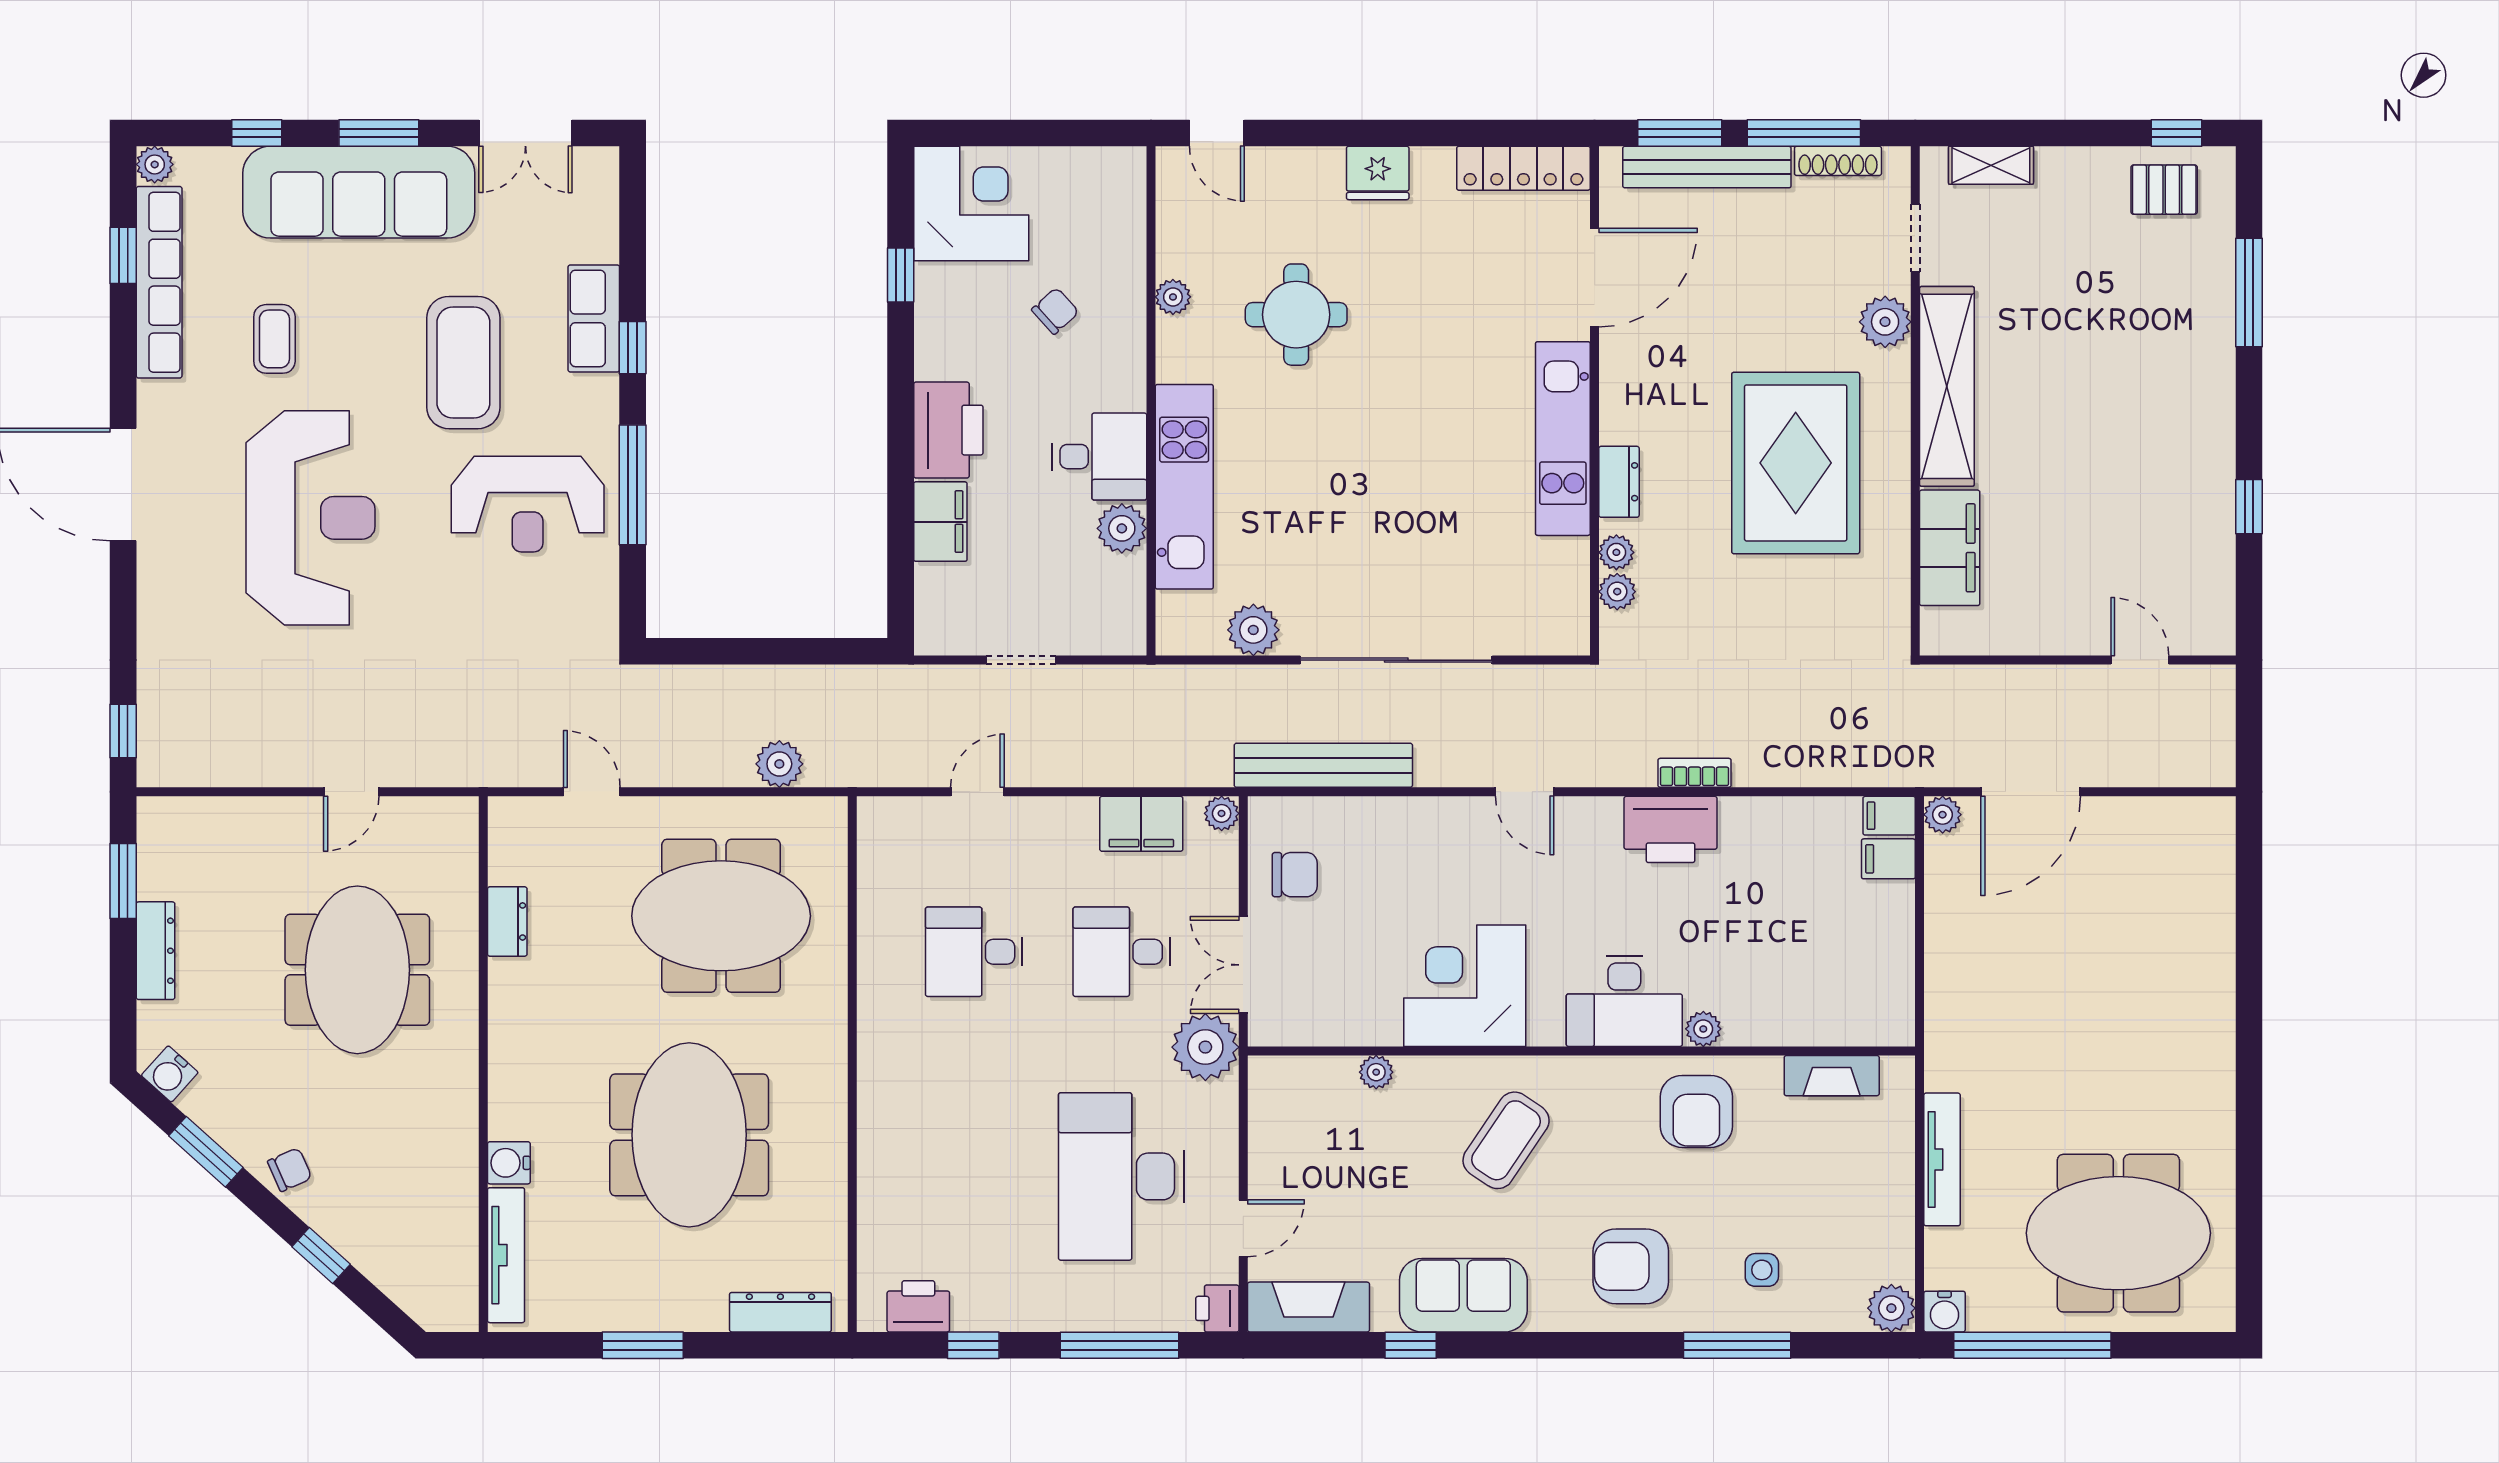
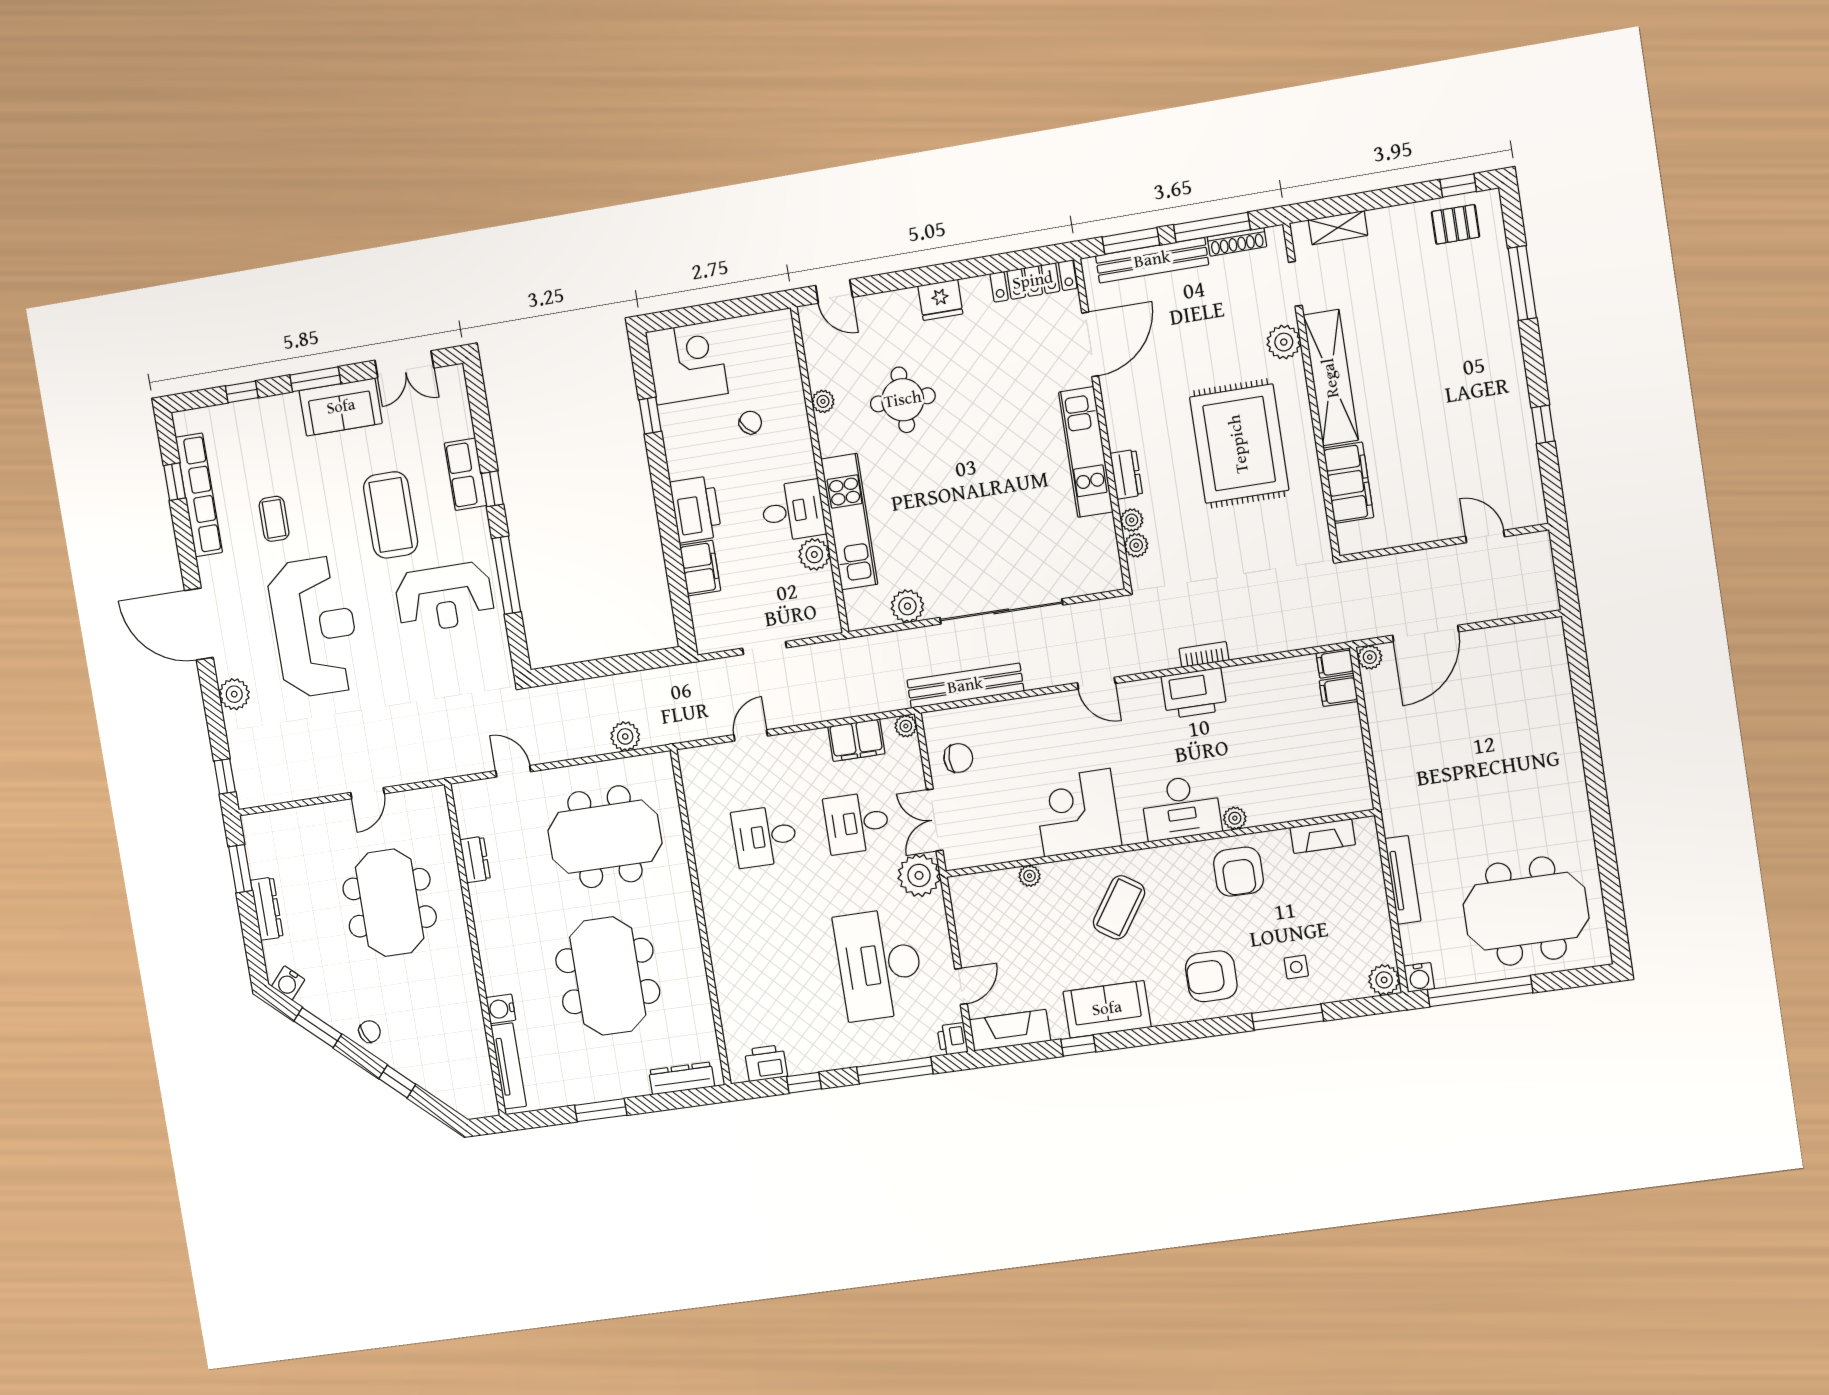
plant: (155, 164) -> (234, 694), moved, width x1.38, depth x1.38
sofa: (359, 192) -> (341, 407), width x0.54, depth x0.79

